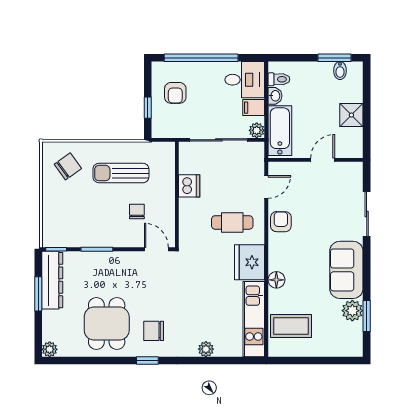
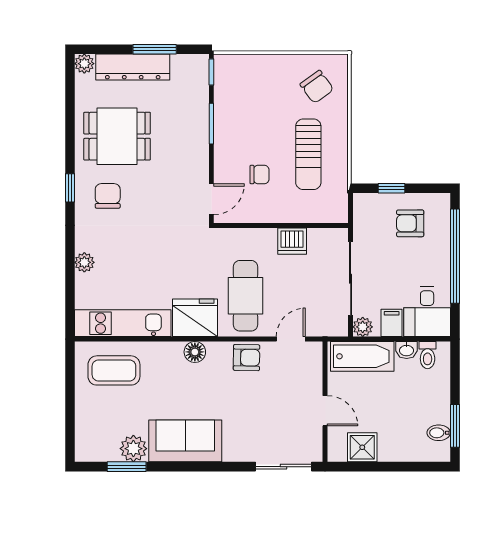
shower: (351, 115) -> (362, 447), moved
sun lounger: (121, 173) -> (308, 154), turned 180
door: (266, 187) -> (291, 339), swing flipped
sliding door: (367, 214) -> (284, 467), moved
cafe table: (232, 222) -> (246, 296), width x1.37, depth x1.35
dresser: (52, 280) -> (133, 67), moved
floor lamp: (276, 280) -> (195, 352), moved
coffee table: (291, 326) -> (114, 370), turned 90

